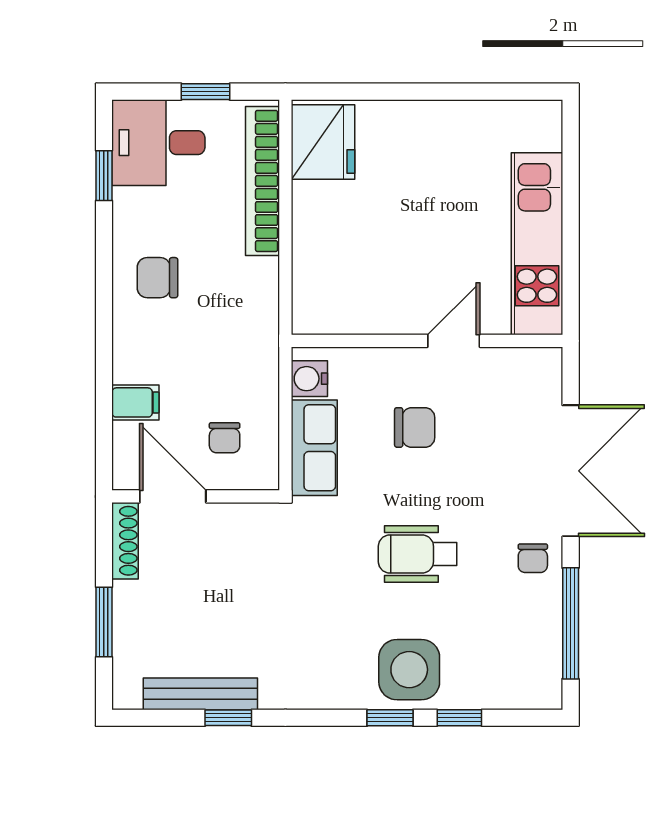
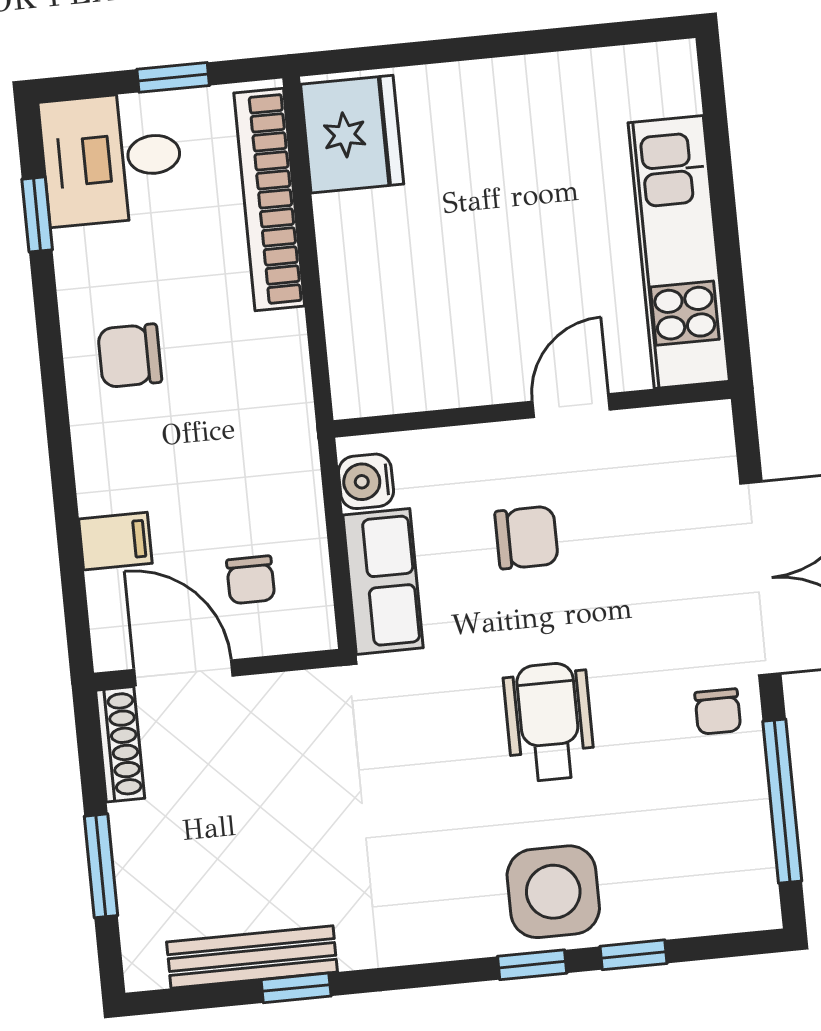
wheelchair: (418, 554) -> (549, 722), turned 90

